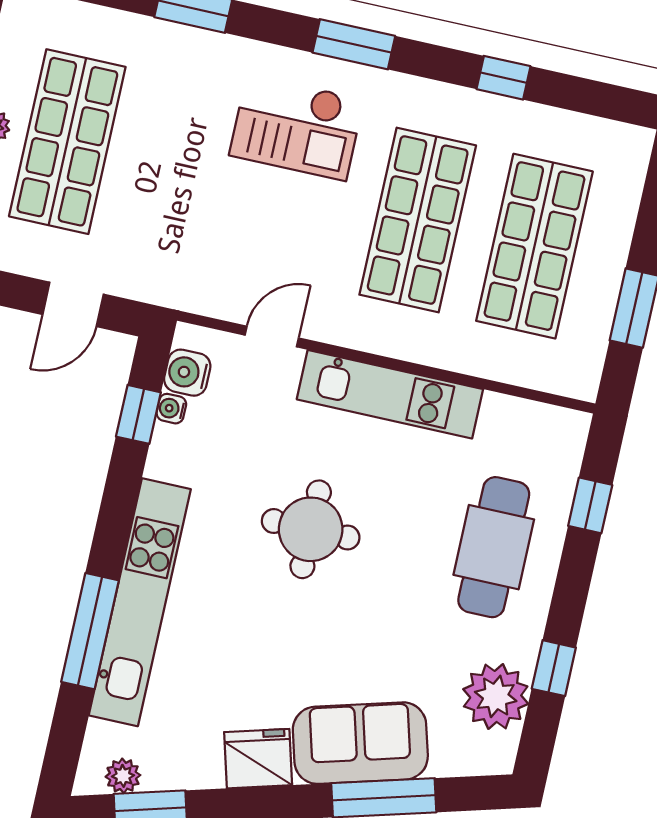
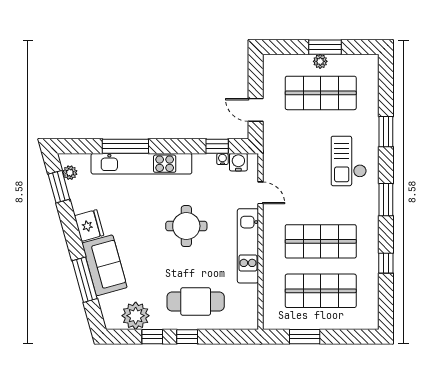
checkout: (297, 127) -> (349, 161), moved
window: (590, 505) -> (187, 337), moved

